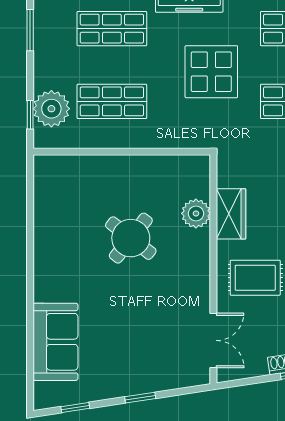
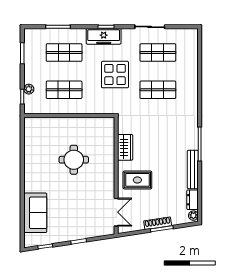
plant: (51, 109) -> (29, 89), width x0.53, depth x0.53
plant: (196, 213) -> (107, 147), removed
round table: (131, 238) -> (74, 160), turned -38

